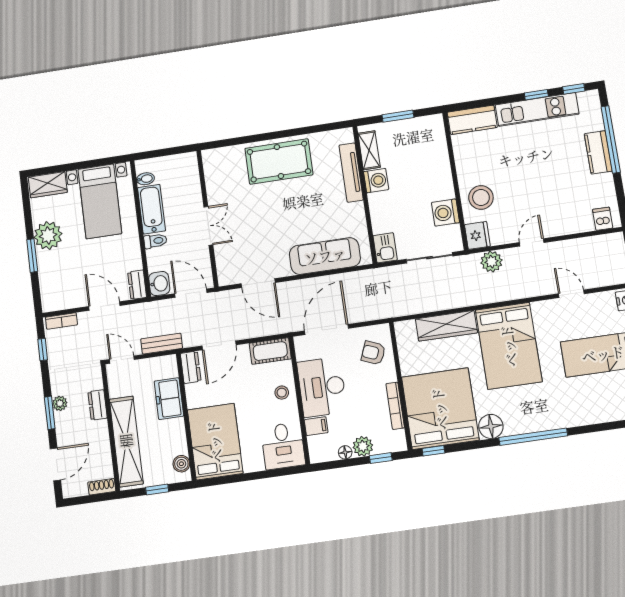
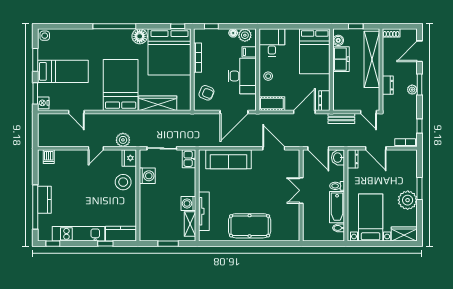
window: (536, 95) -> (105, 244), moved
freezer: (169, 399) -> (341, 59), moved
plant: (363, 446) -> (245, 35), moved

